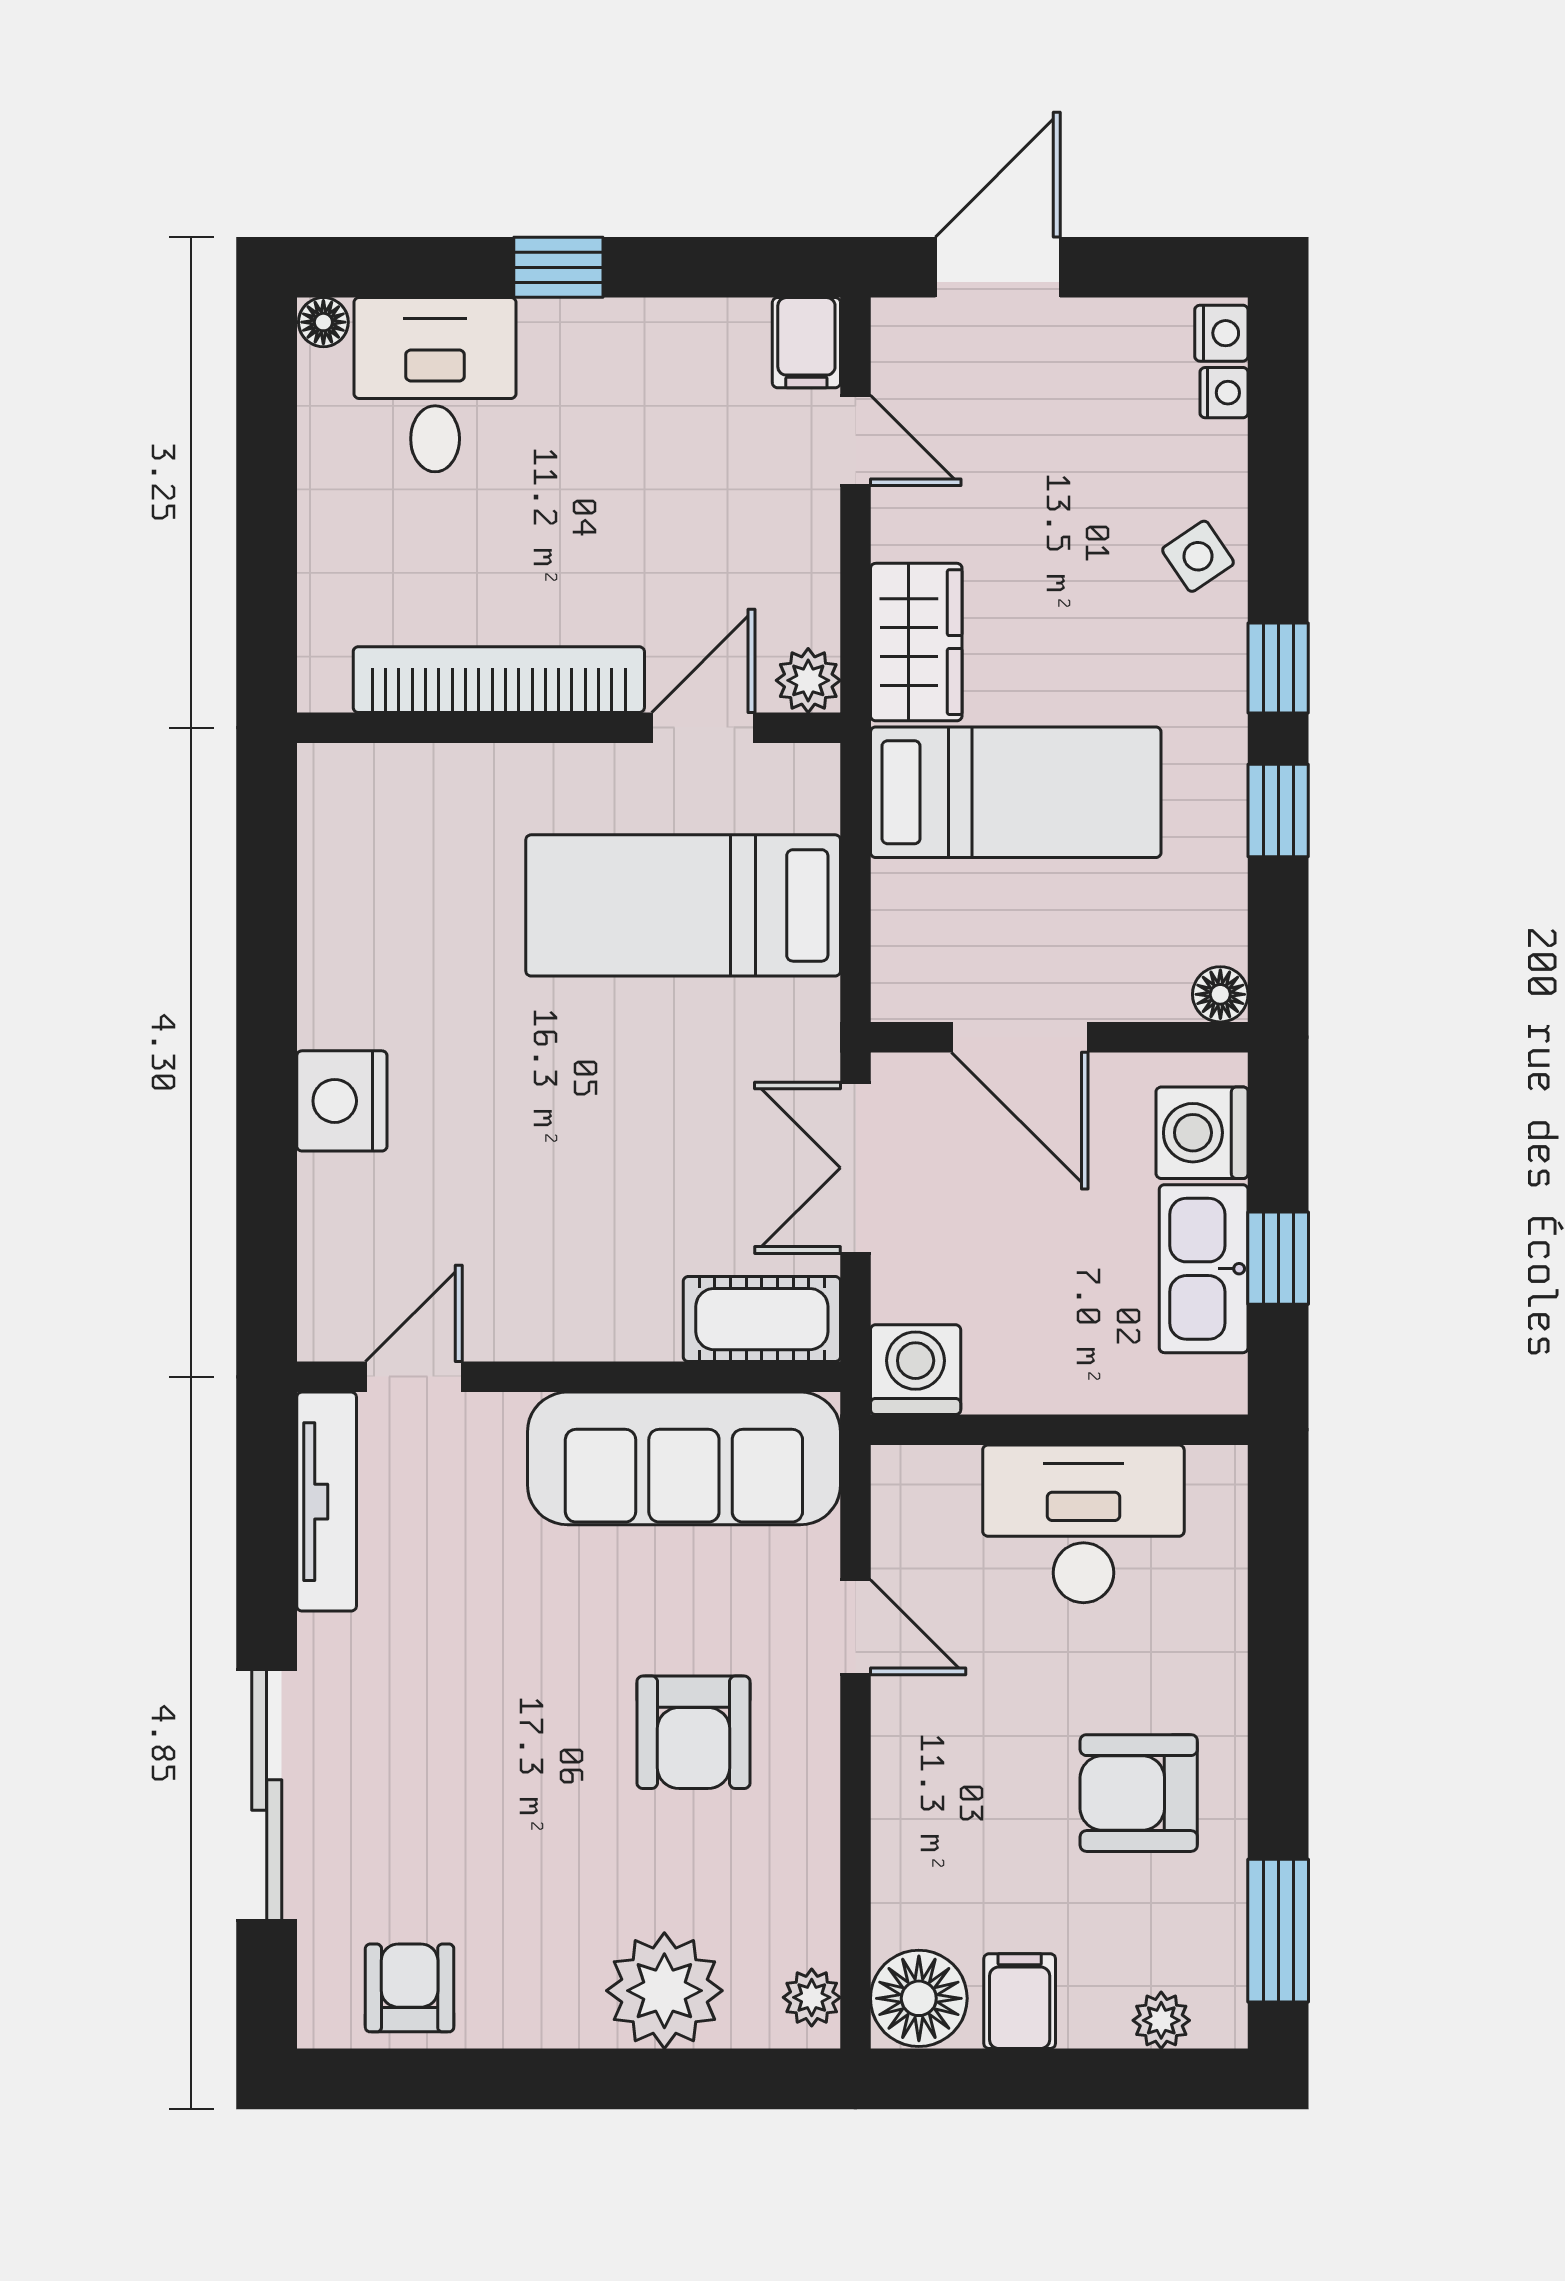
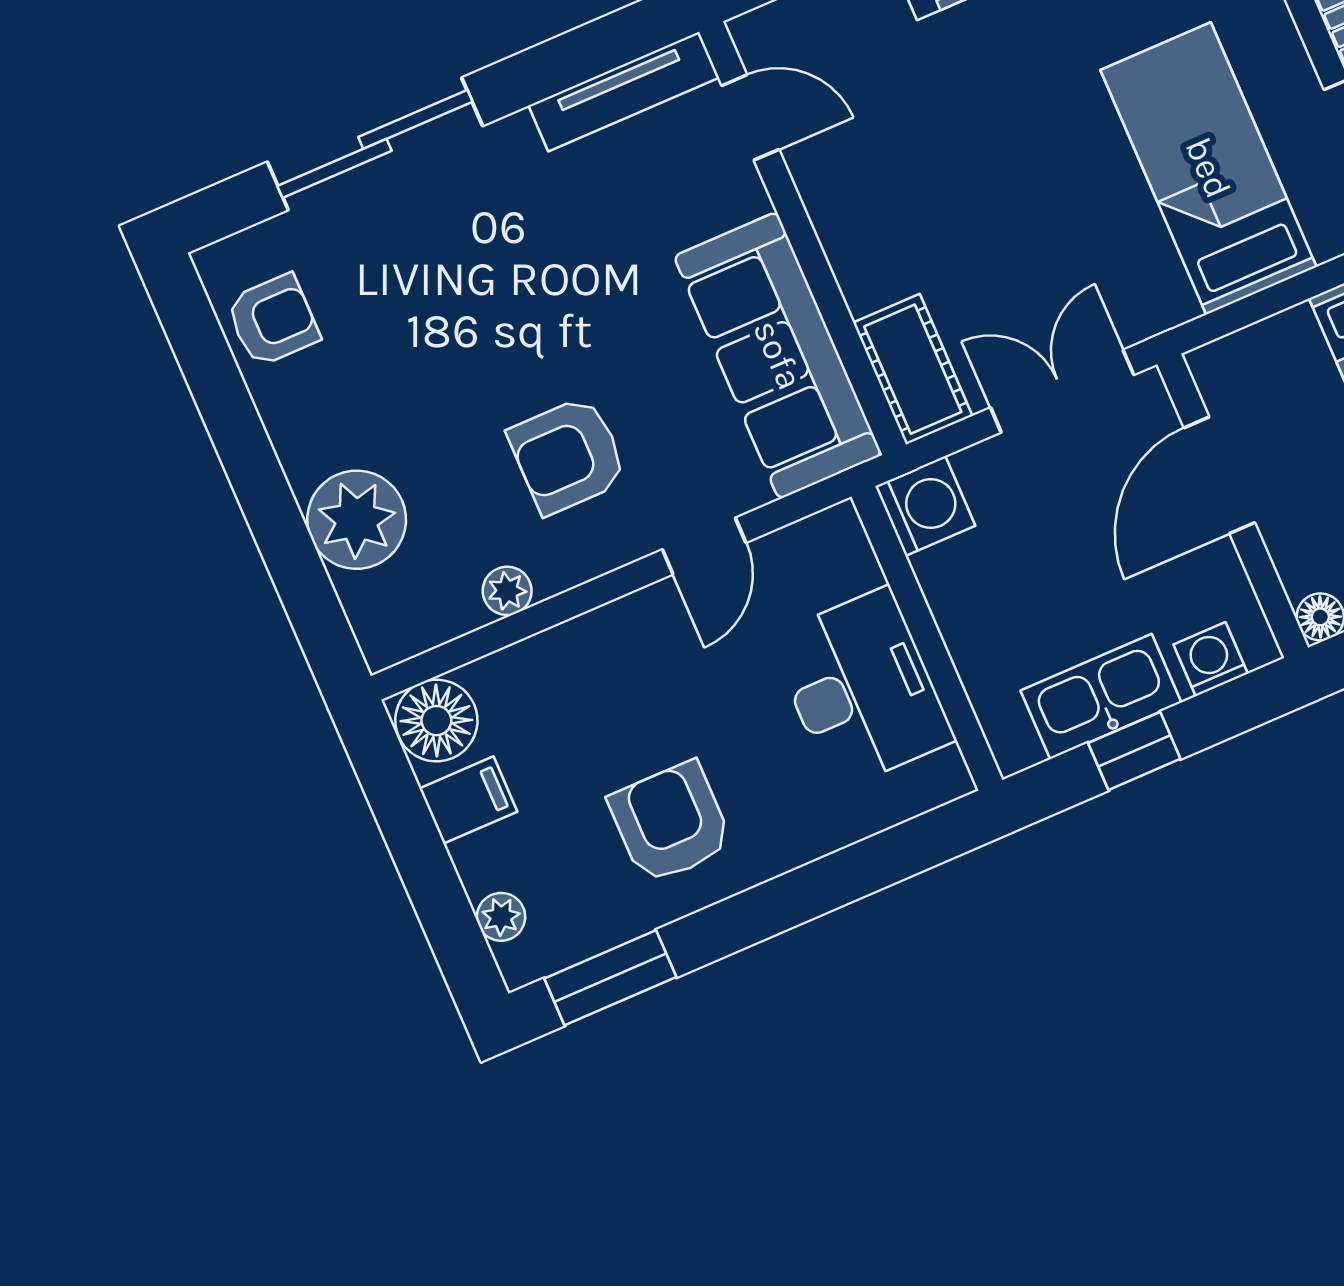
washing machine: (1202, 1133) -> (1211, 659), width x0.73, depth x0.73
plant: (812, 1997) -> (507, 591), moved

